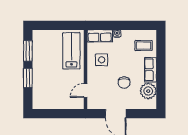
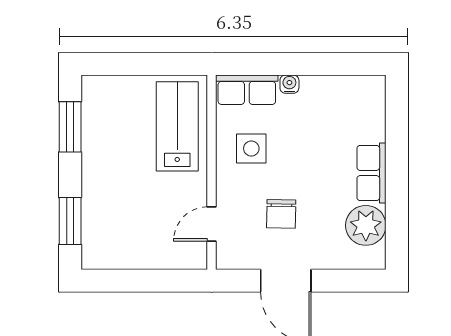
coffee table: (144, 46) -> (354, 114), removed
window: (28, 78) -> (70, 221), moved
chair: (124, 83) -> (281, 214), moved

